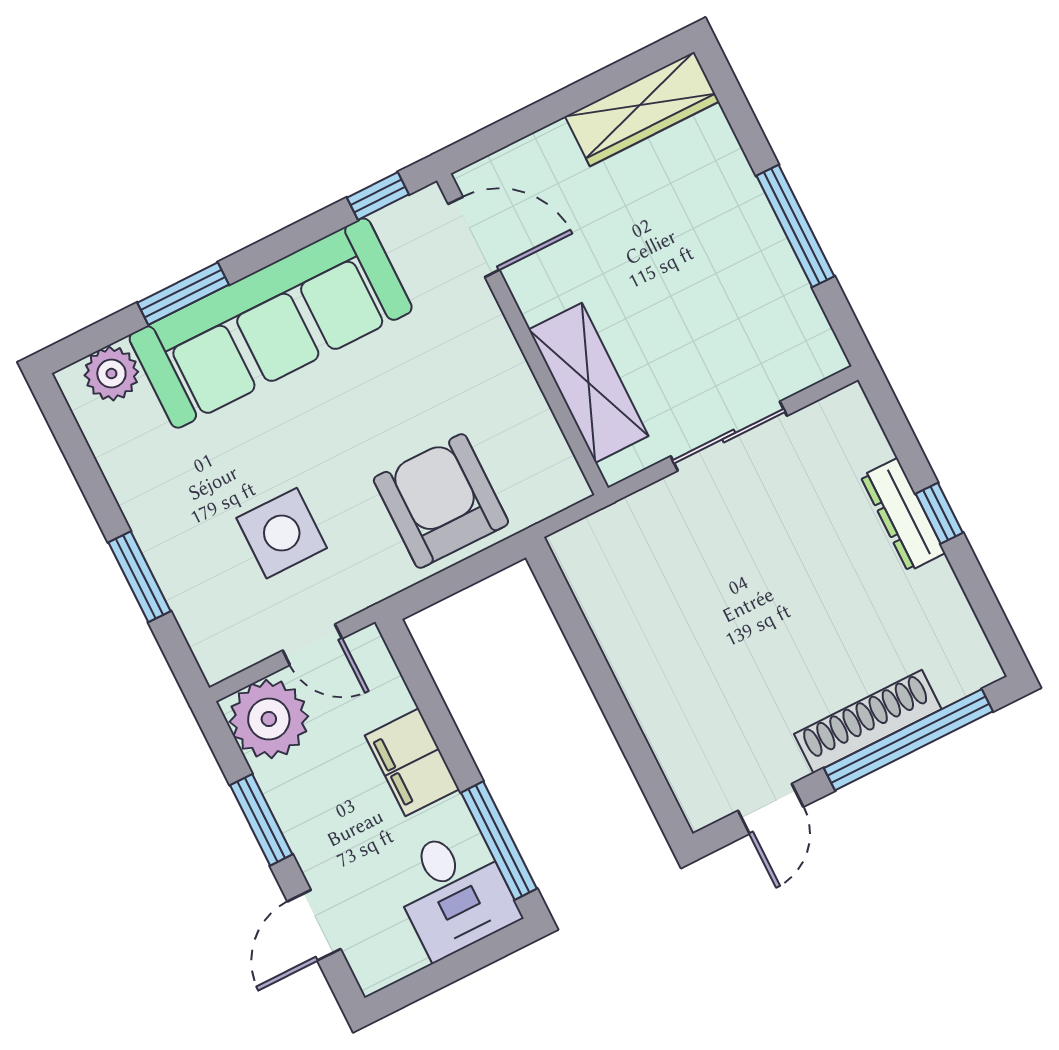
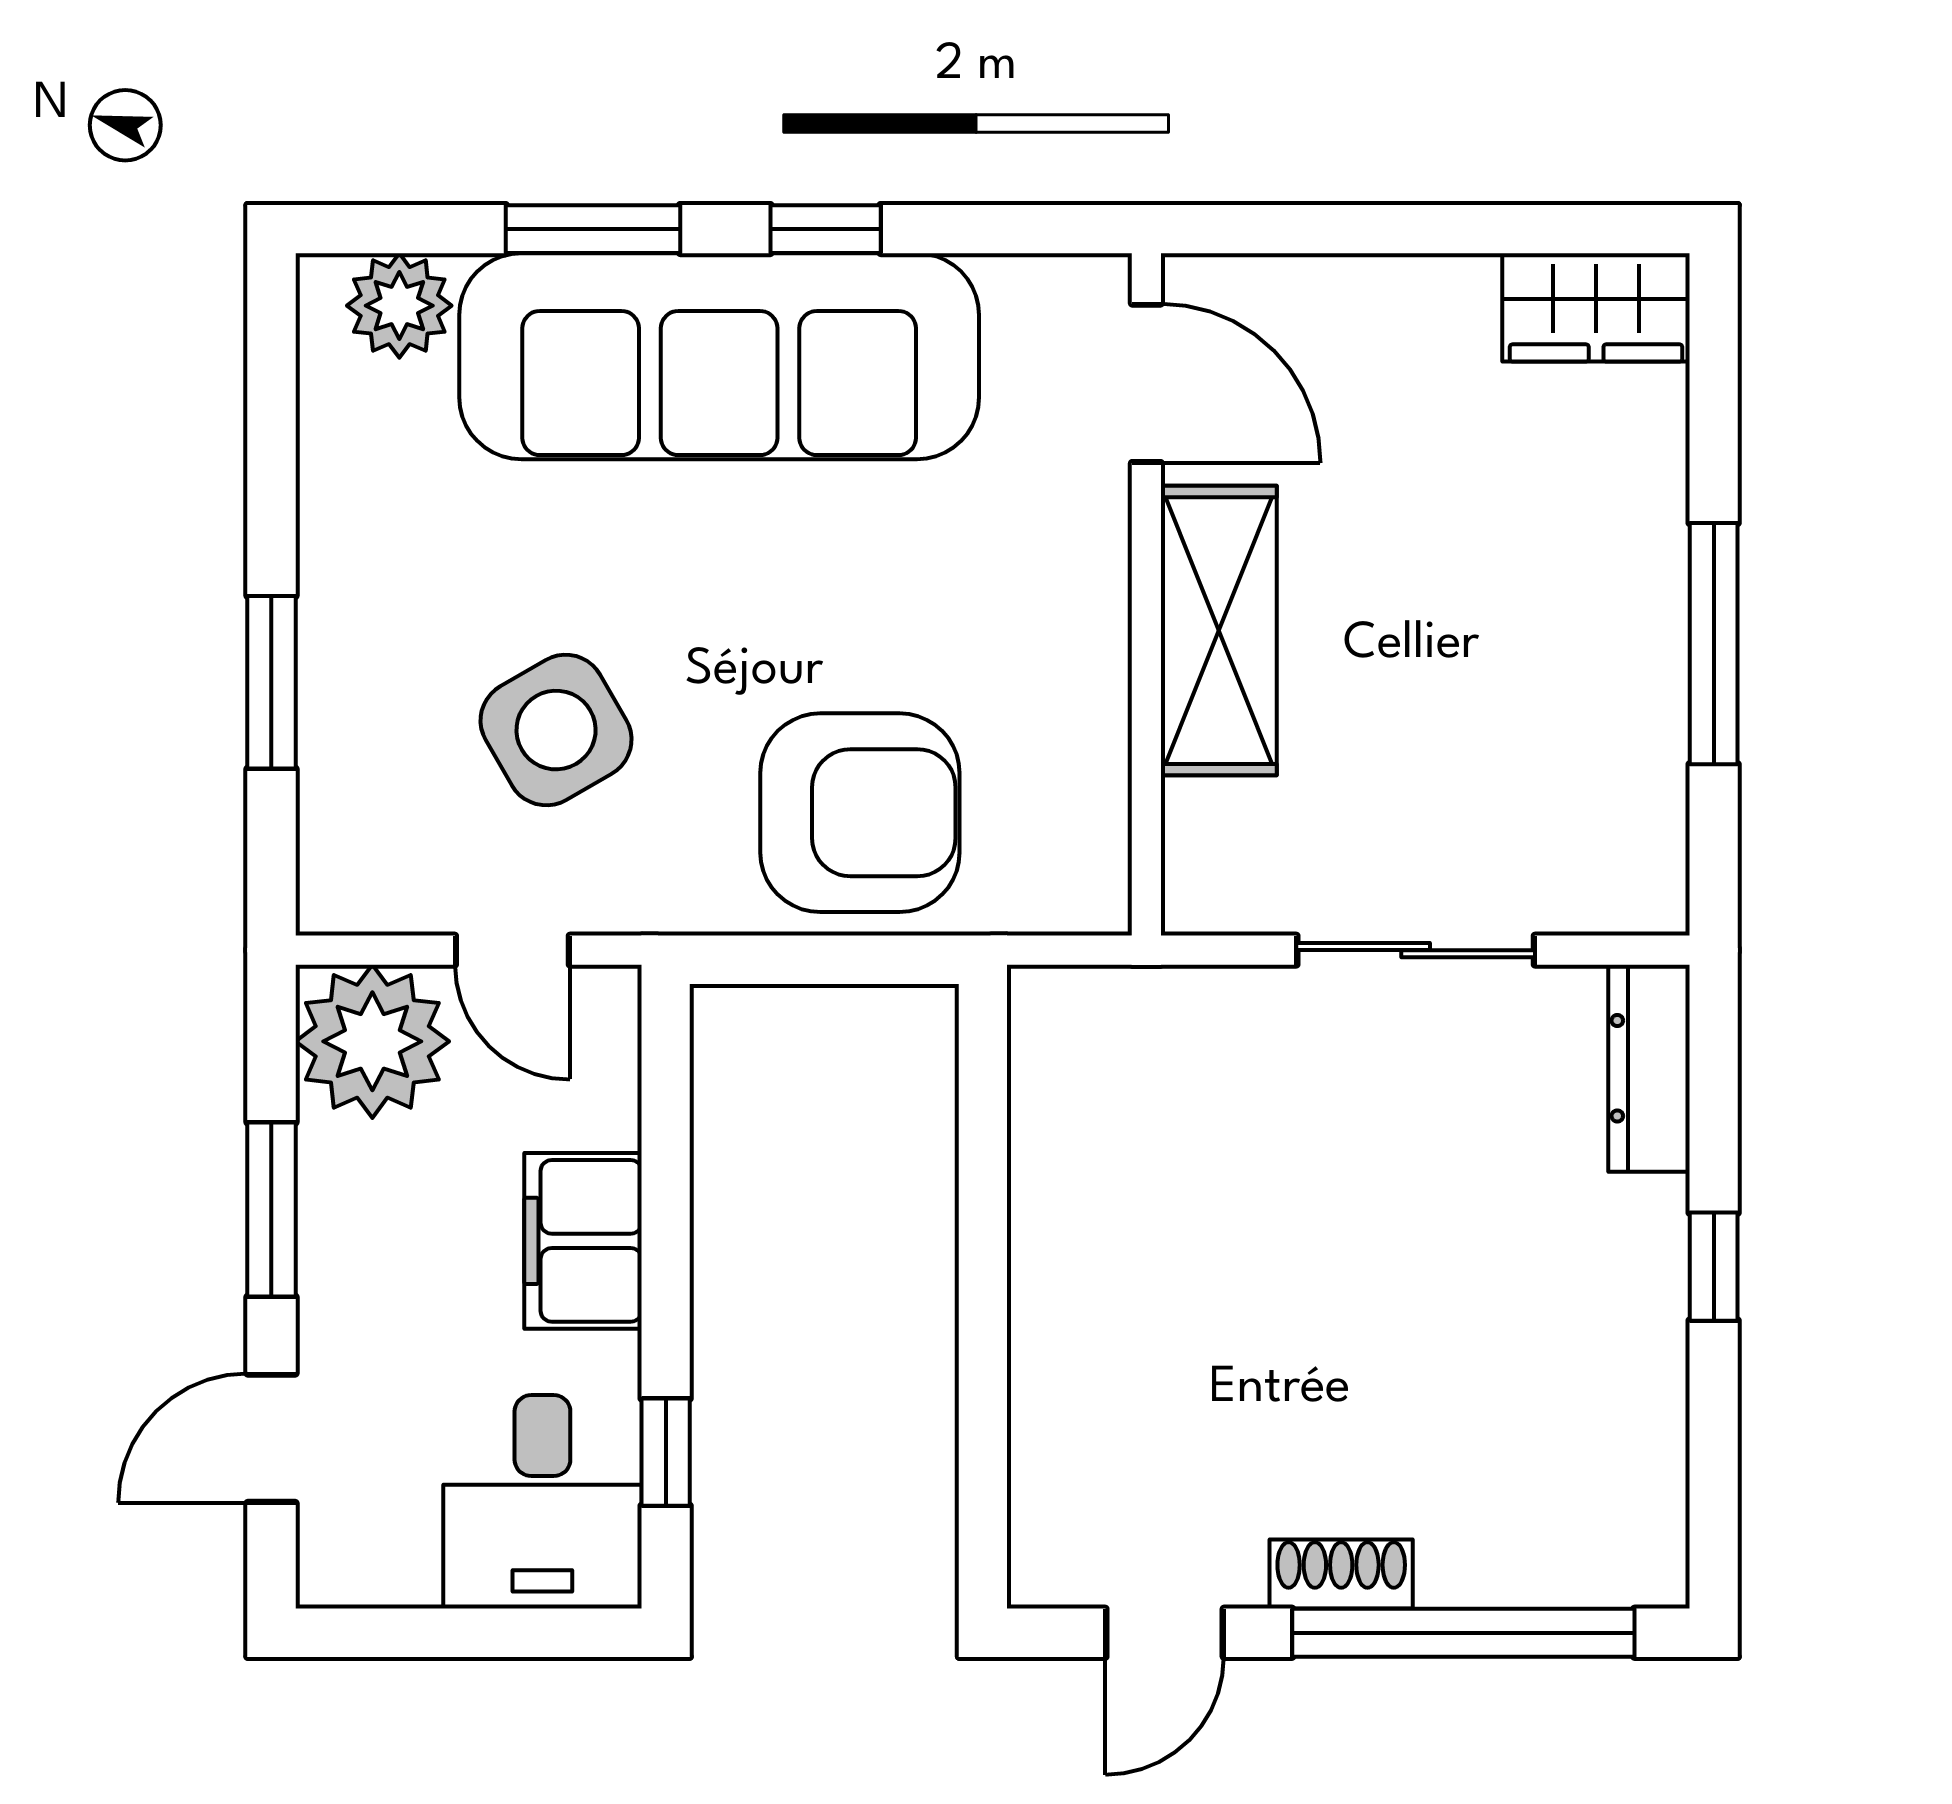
wardrobe: (642, 109) -> (1596, 307), width x0.67
window: (378, 196) -> (826, 229), moved
shelving: (589, 383) -> (1219, 631), moved
armchair: (441, 501) -> (860, 813), turned 90
dresser: (903, 515) -> (1649, 1068), moved
side table: (282, 533) -> (556, 730), turned -30
shoe rack: (868, 722) -> (1341, 1574), width x0.51, depth x0.81
window: (499, 841) -> (666, 1452), width x0.46

